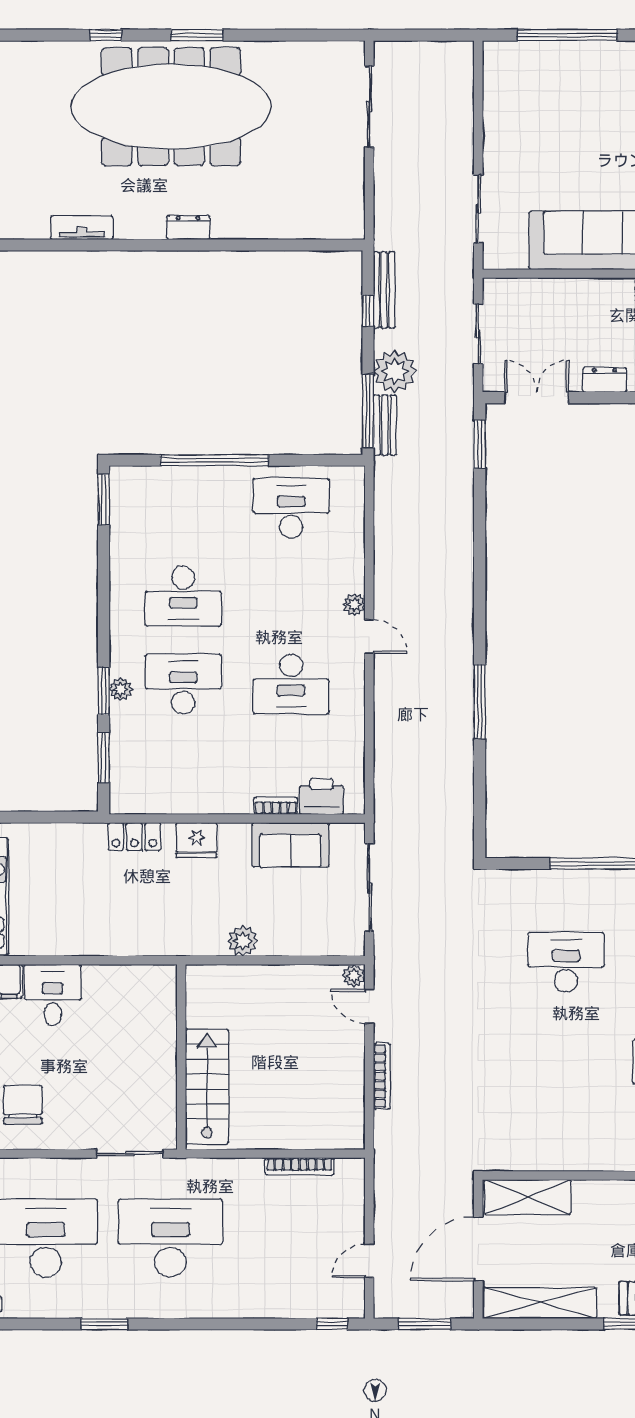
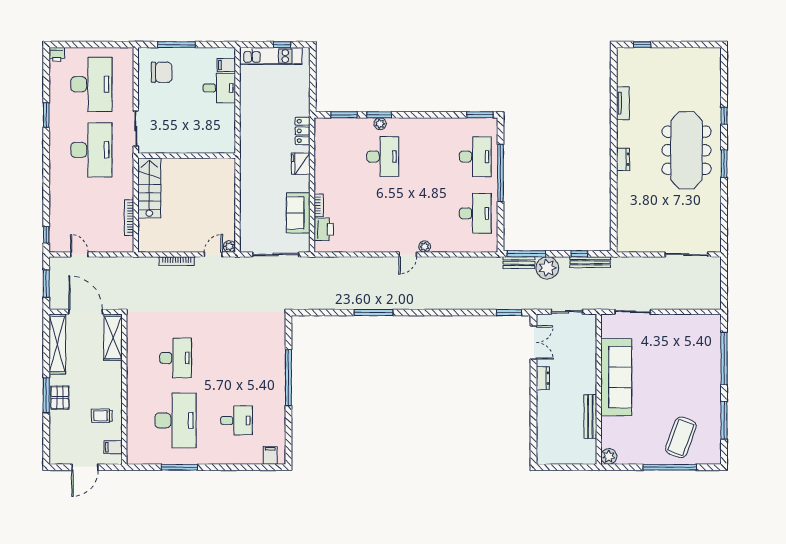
meeting table: (171, 107) -> (686, 150), width x0.73, depth x0.79
desk: (183, 596) -> (475, 157), moved, turned 180
desk: (291, 684) -> (383, 213), removed
plant: (243, 941) -> (248, 188), removed
desk: (566, 962) -> (176, 358), moved
stairs: (207, 1087) -> (149, 188), moved, turned -90

